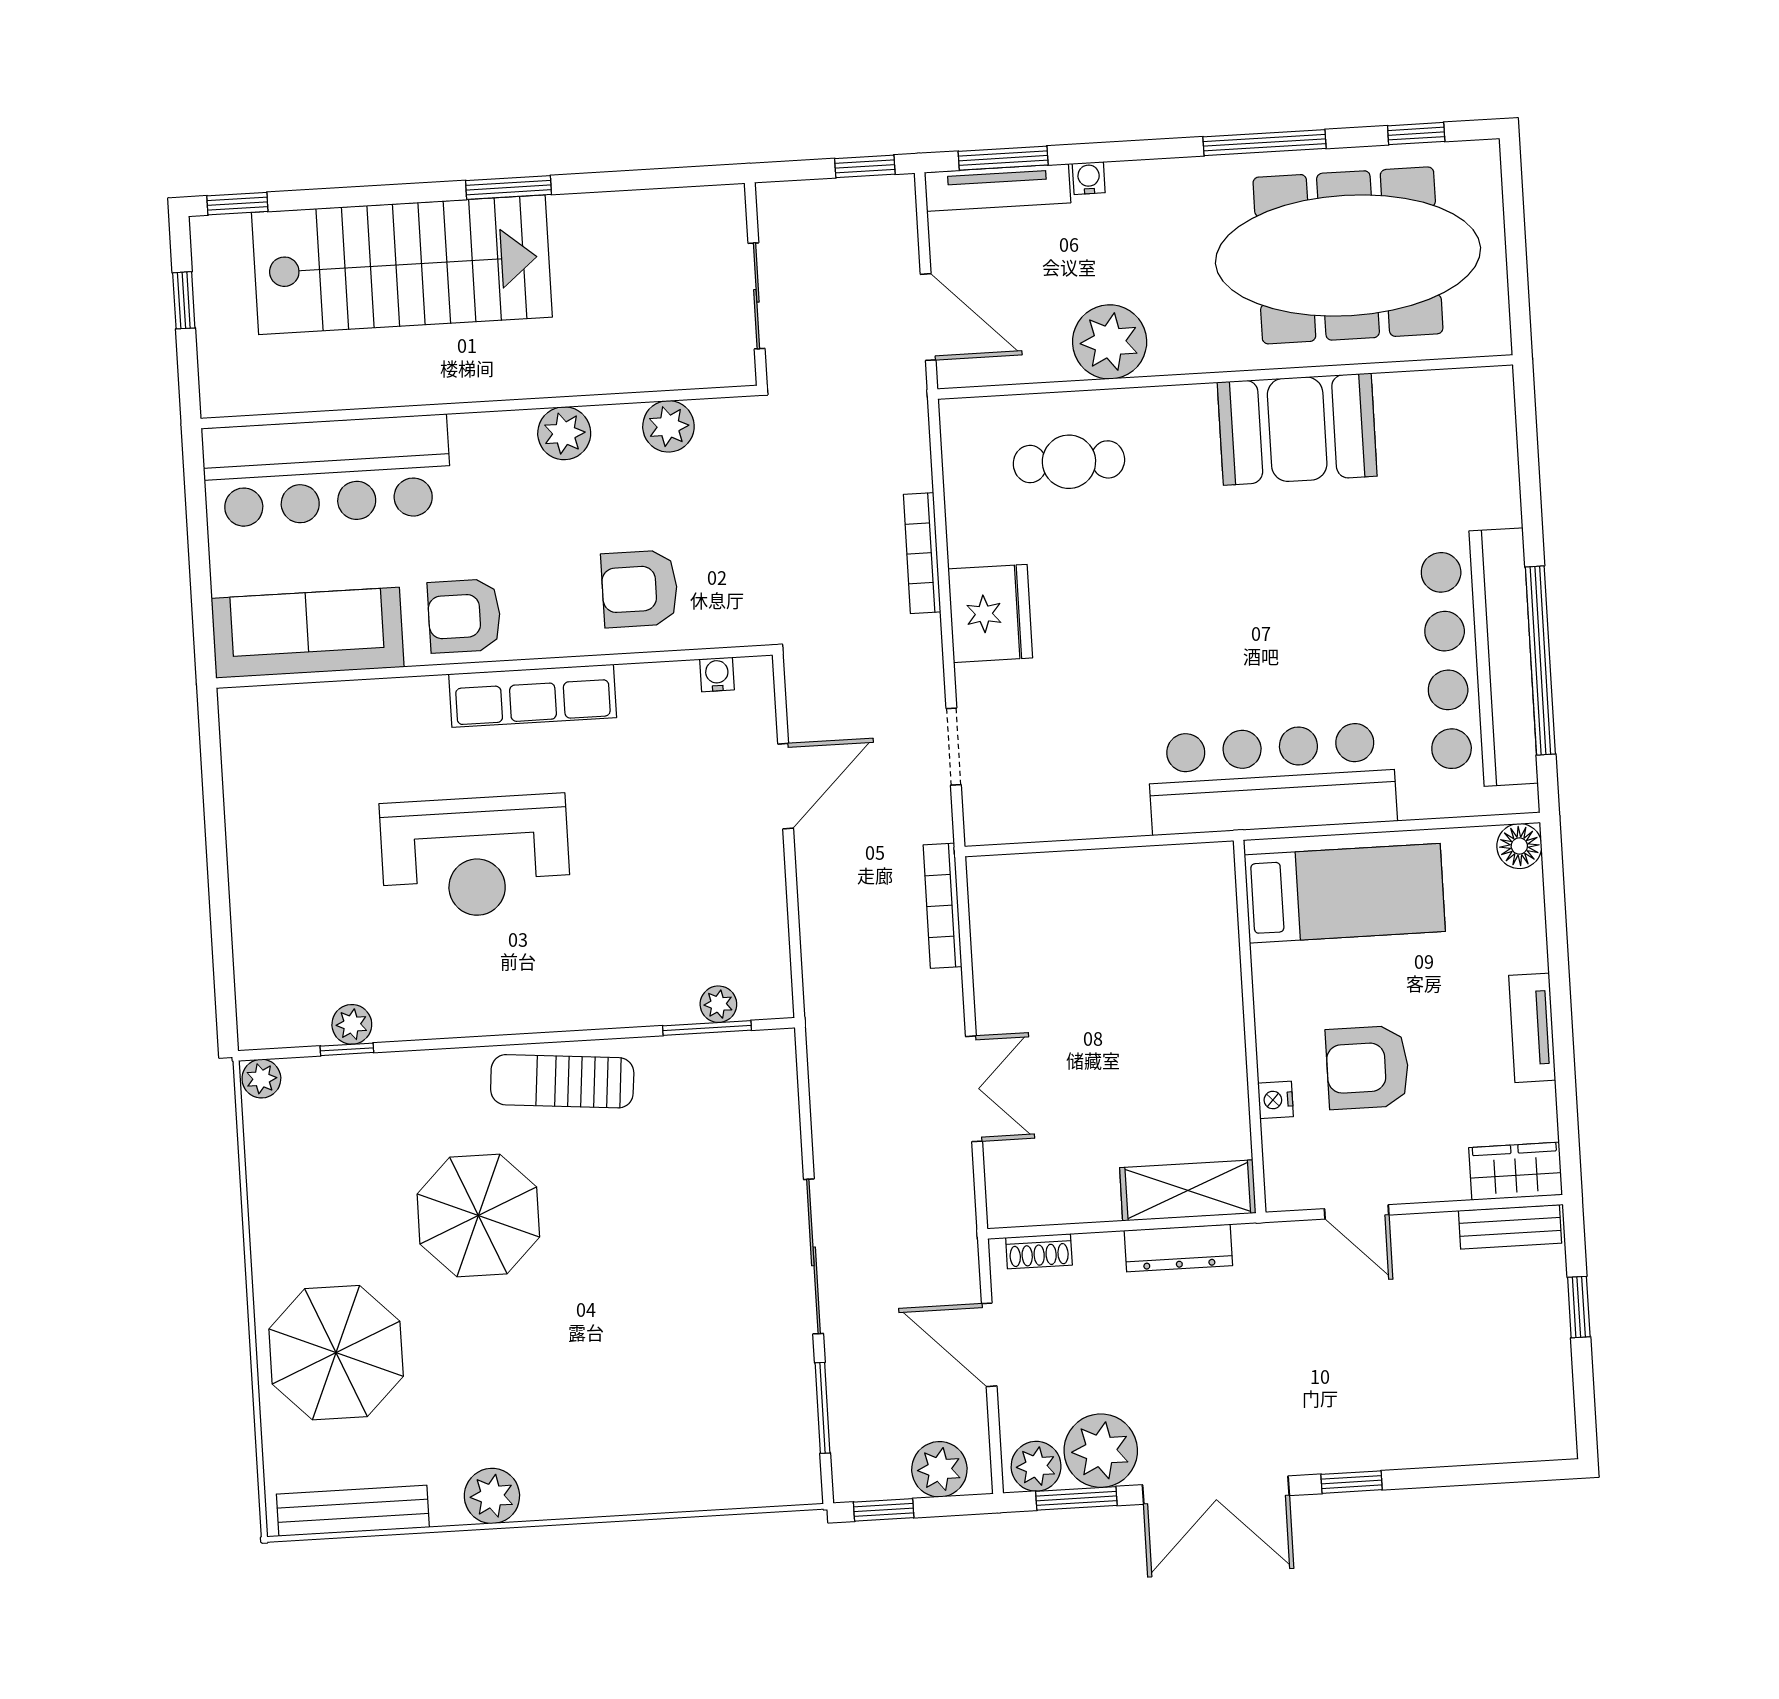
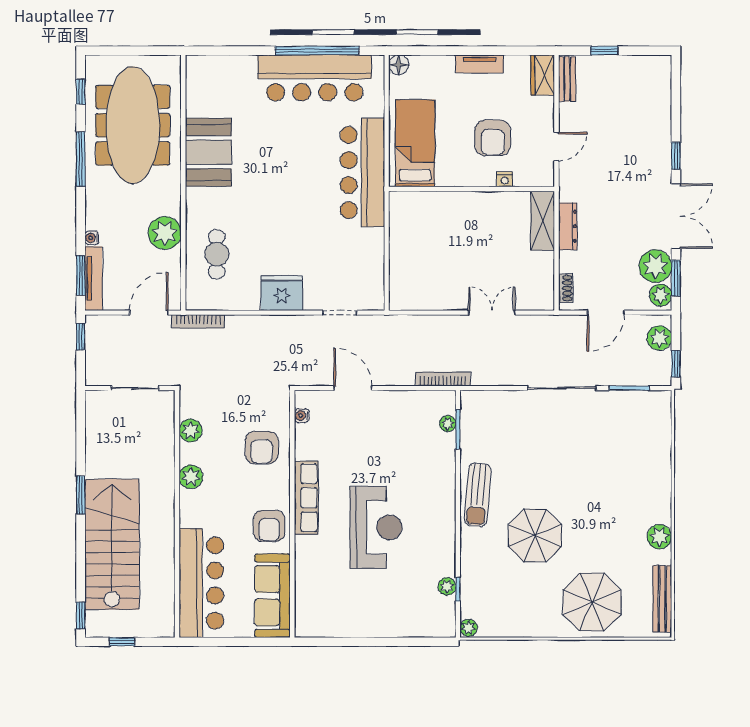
bookcase: (922, 553) -> (198, 322), moved
bookcase: (943, 906) -> (443, 379), moved, turned 180

